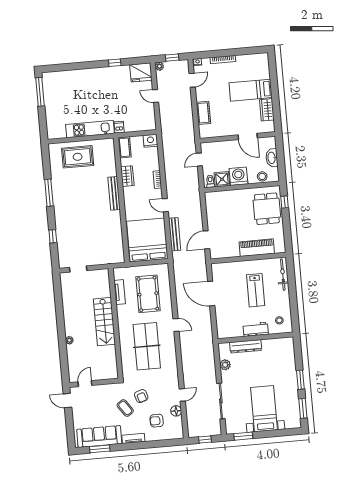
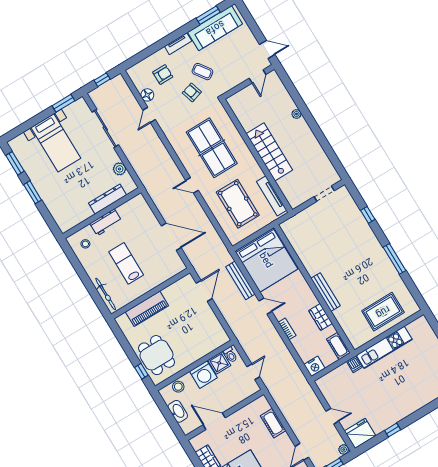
tv unit: (120, 292) -> (272, 196), width x1.41

